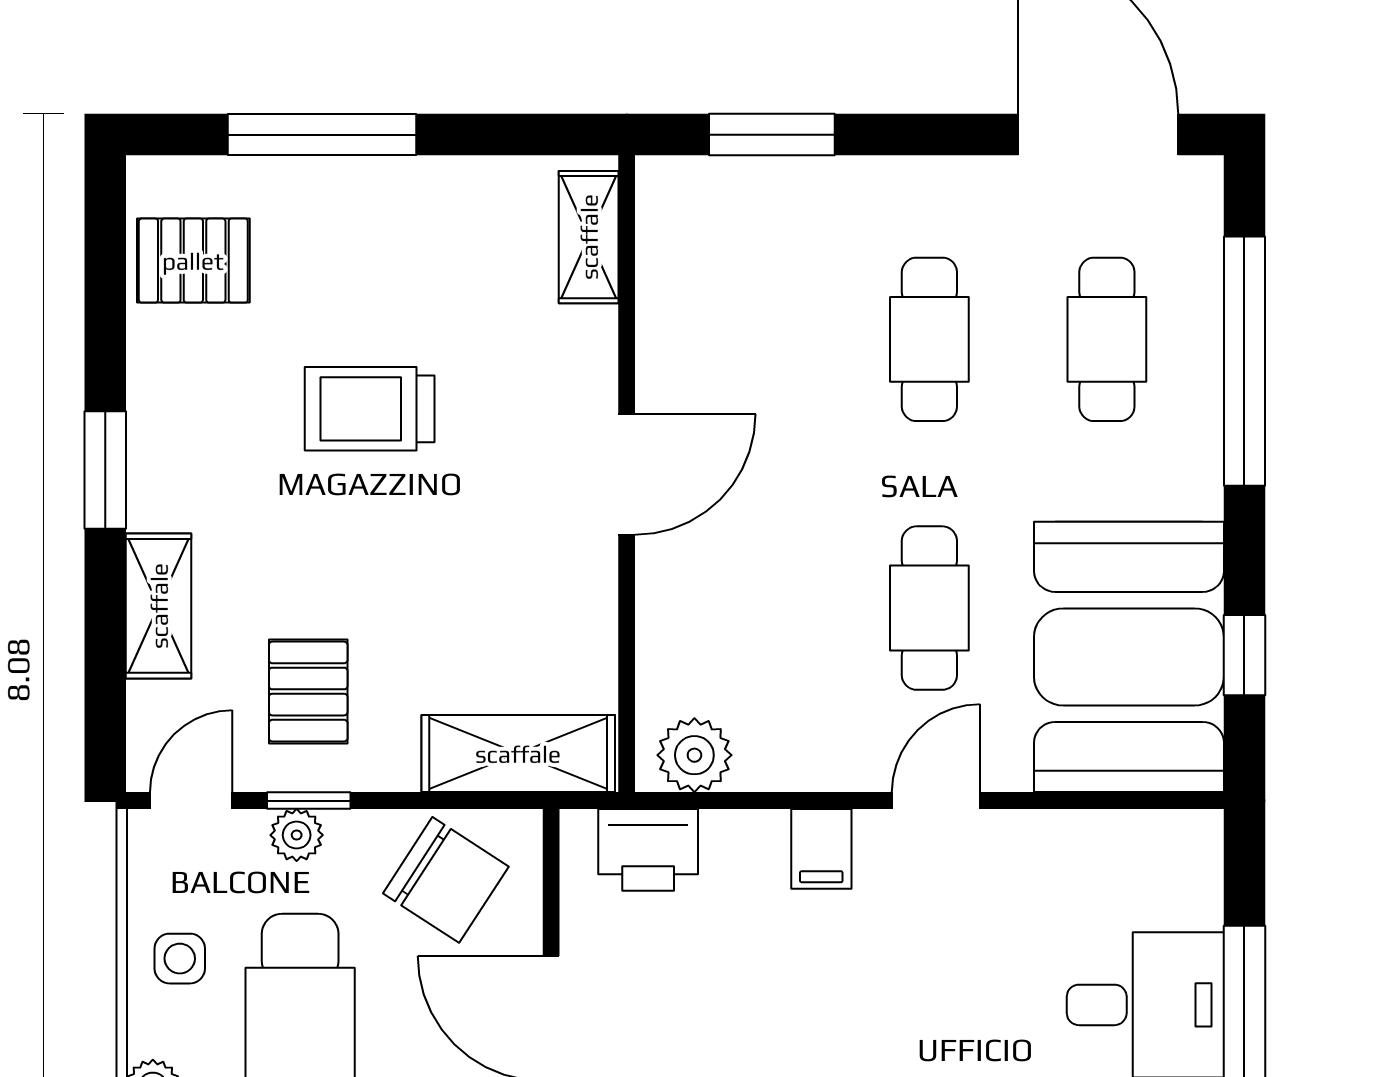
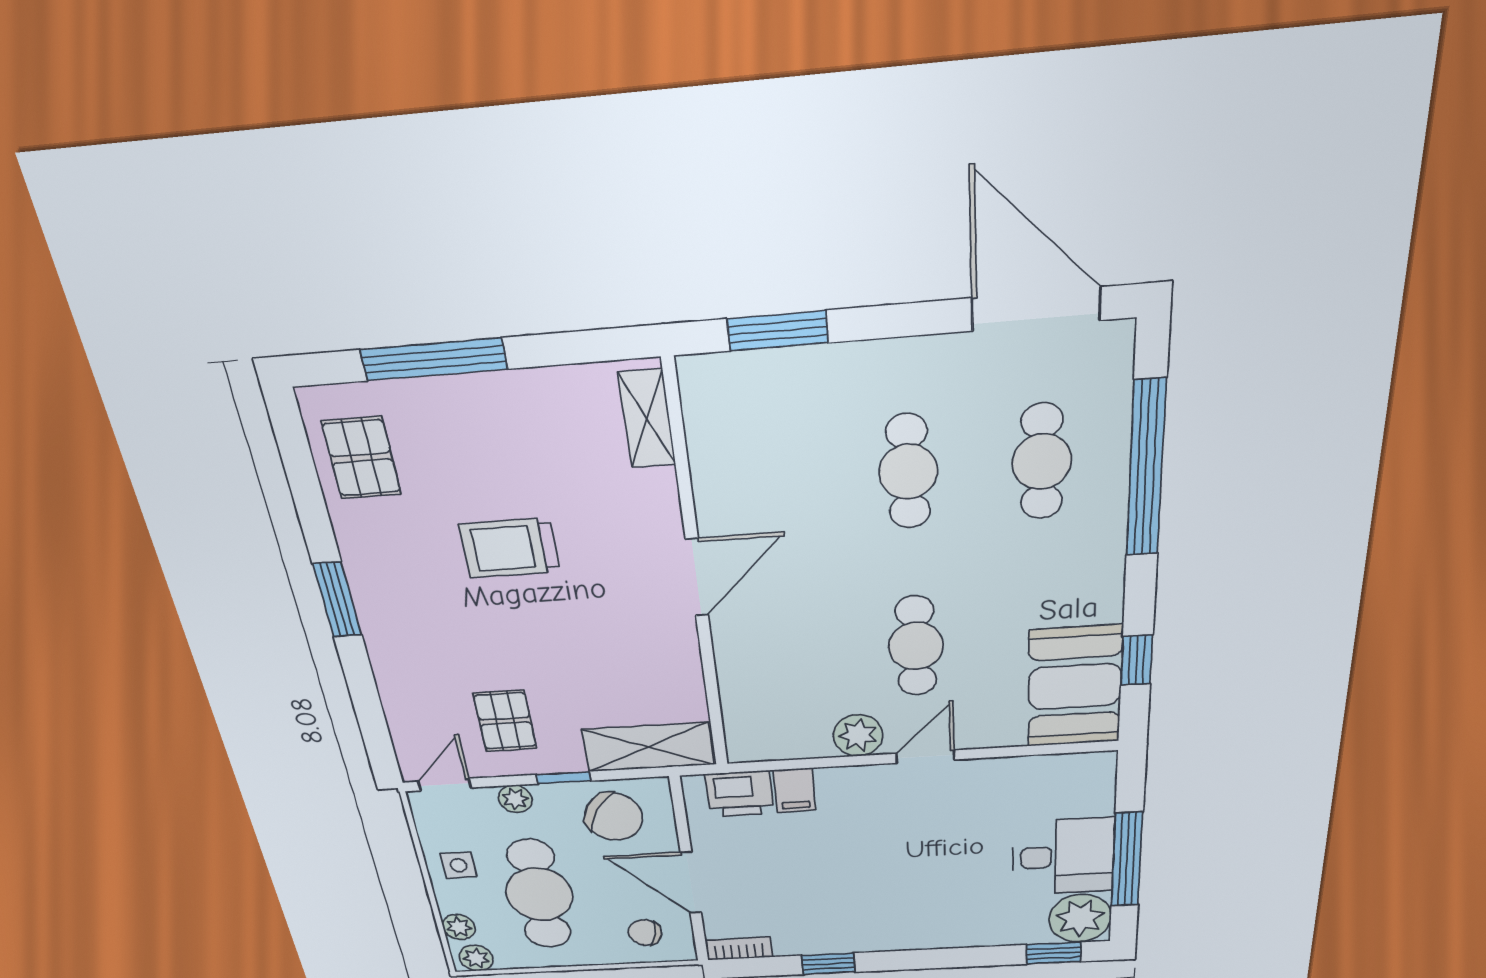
pallet: (193, 261) -> (361, 458), turned 90
shelving: (159, 606) -> (395, 678), removed
booth: (1129, 657) -> (1075, 686), width x0.73, depth x0.70
plant: (694, 755) -> (858, 735), moved
window: (309, 801) -> (563, 778), moved
filing cabinet: (821, 849) -> (795, 790), moved

